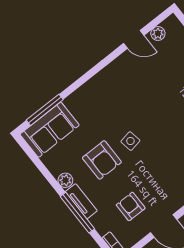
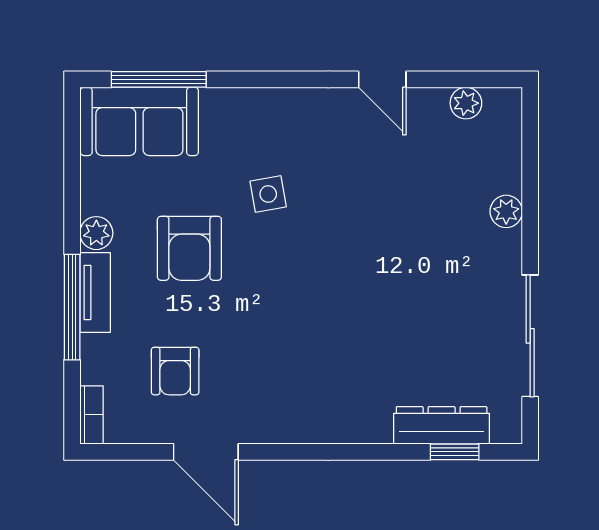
door: (134, 39) -> (382, 79), moved
side table: (130, 141) -> (268, 194), moved
armchair: (131, 206) -> (175, 371), turned 180

